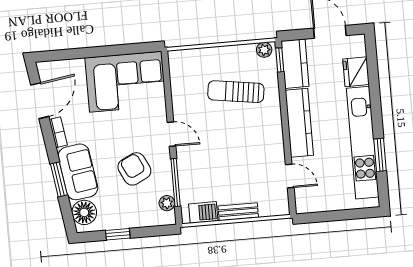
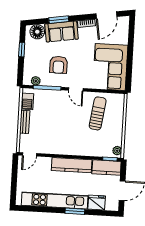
sun lounger: (236, 92) -> (98, 113), moved
door: (40, 101) -> (106, 15), hinge flipped
door: (171, 134) -> (76, 89), hinge flipped
window: (380, 155) -> (75, 211), moved
armchair: (134, 169) -> (58, 65), turned 116
door: (290, 176) -> (29, 154), moved

